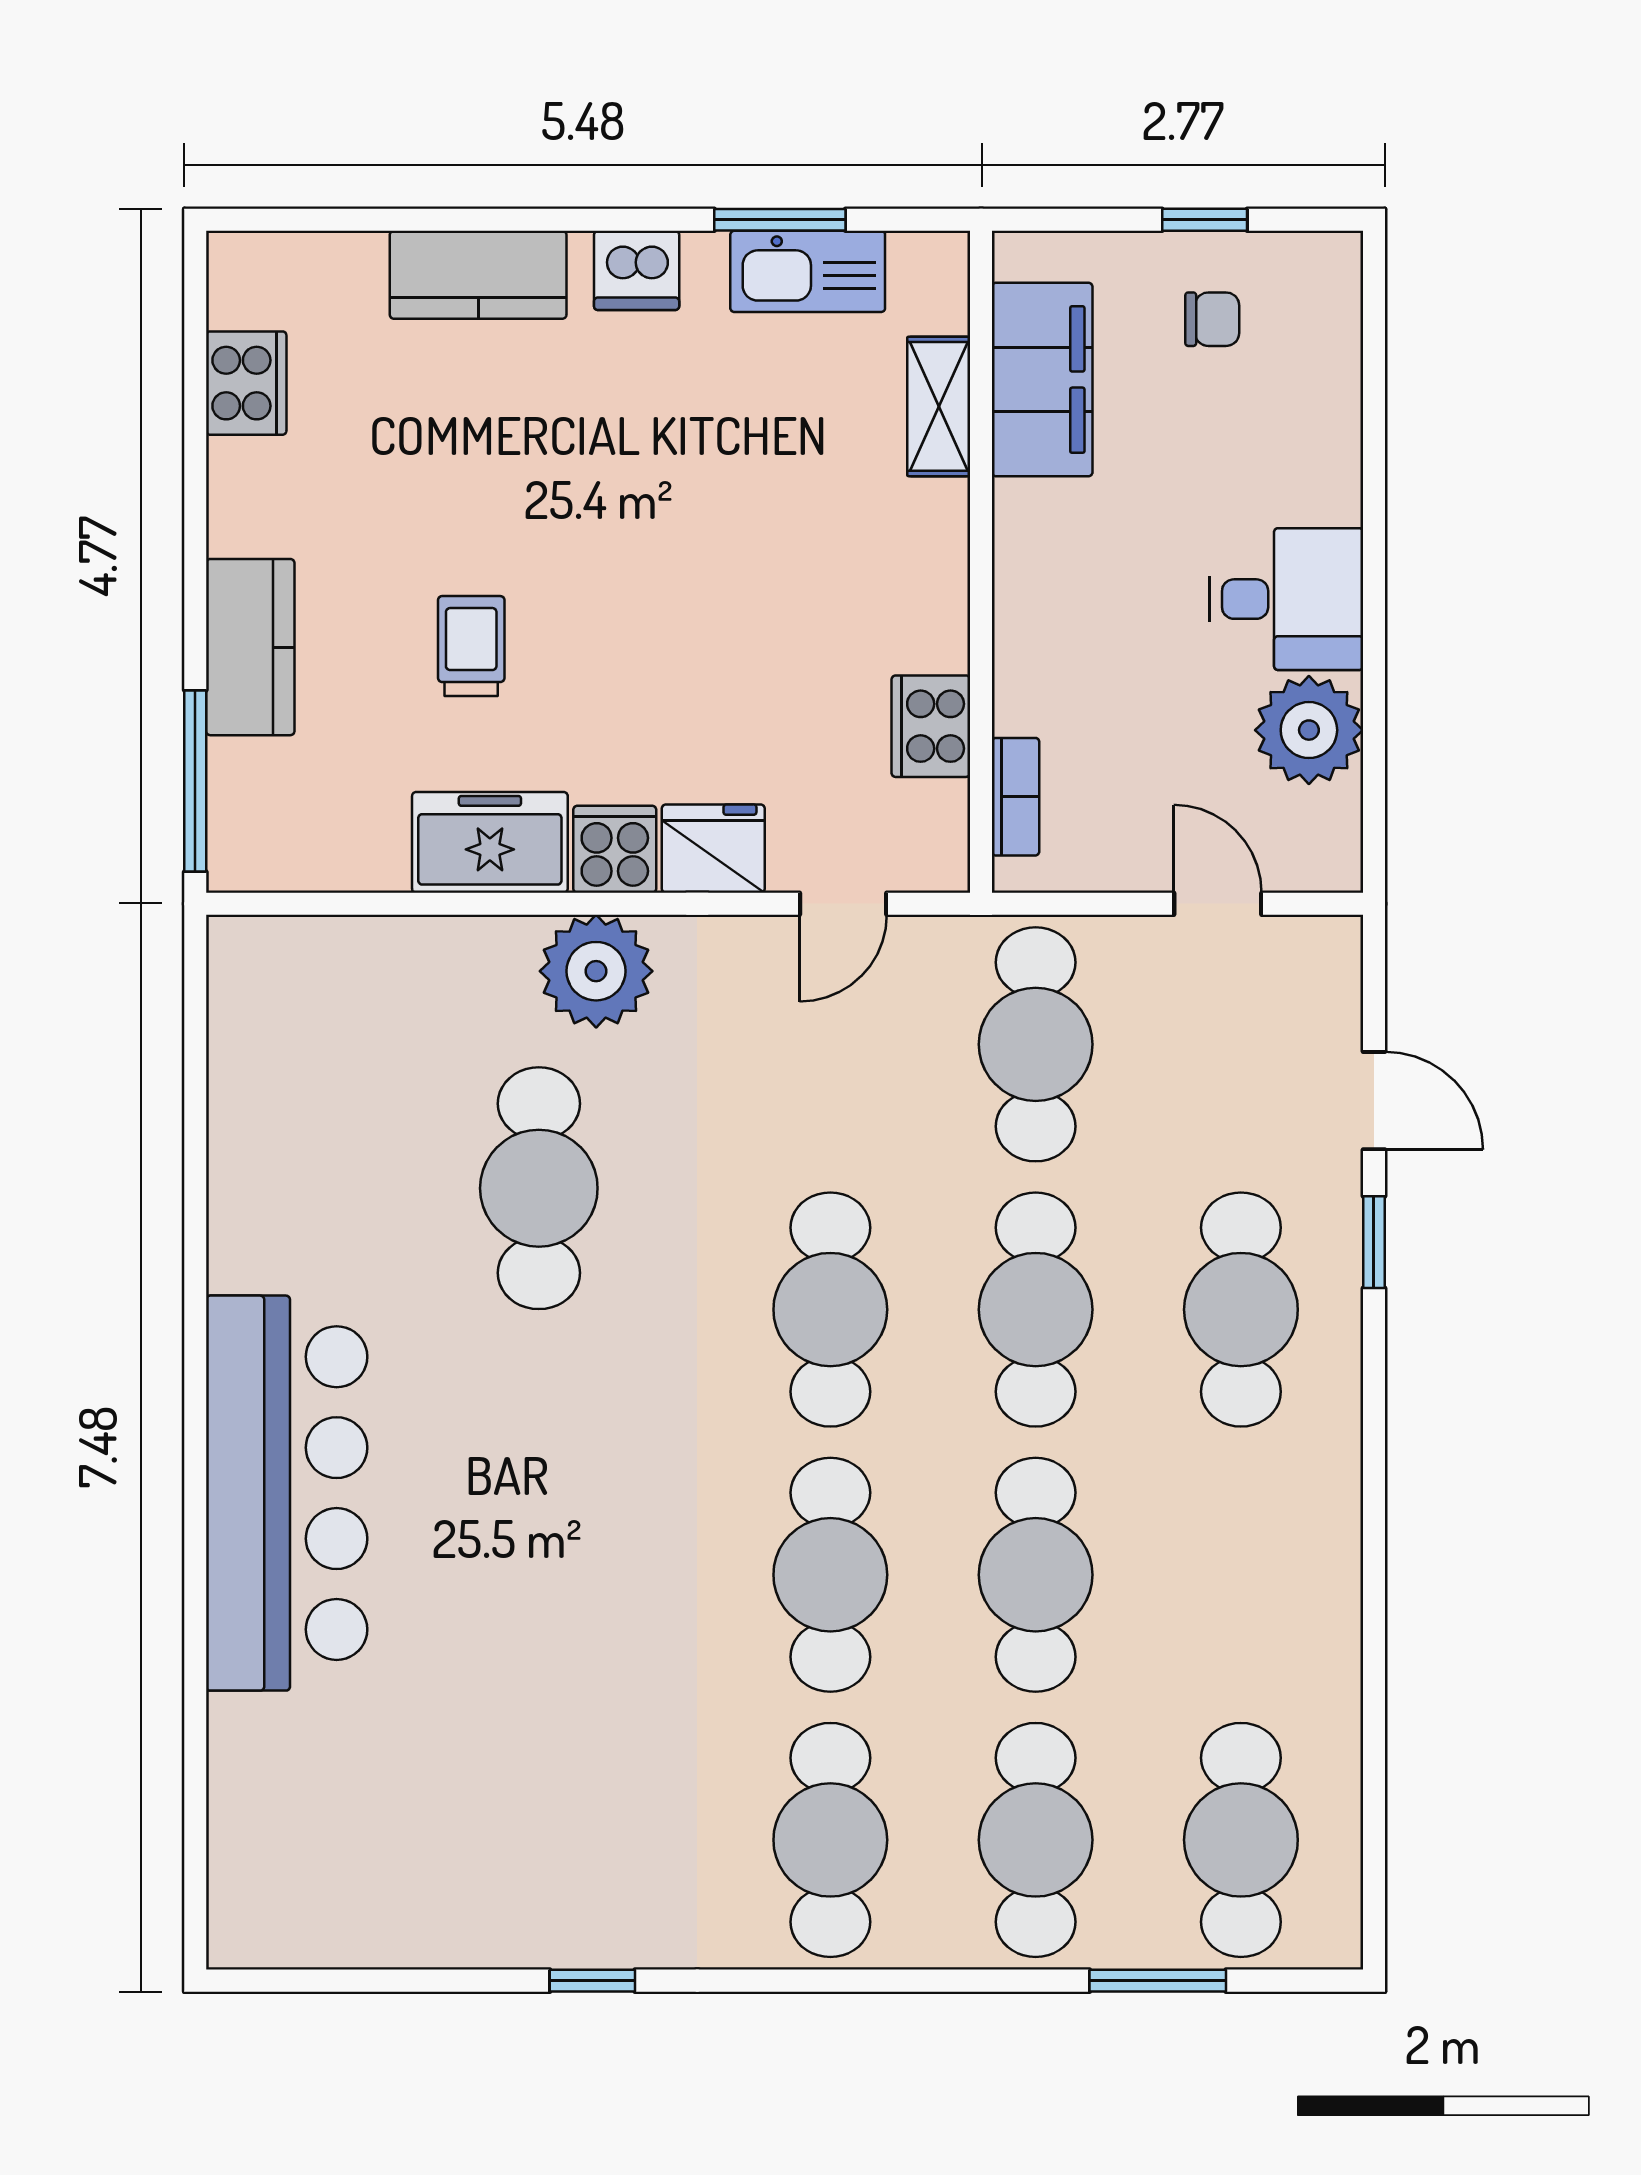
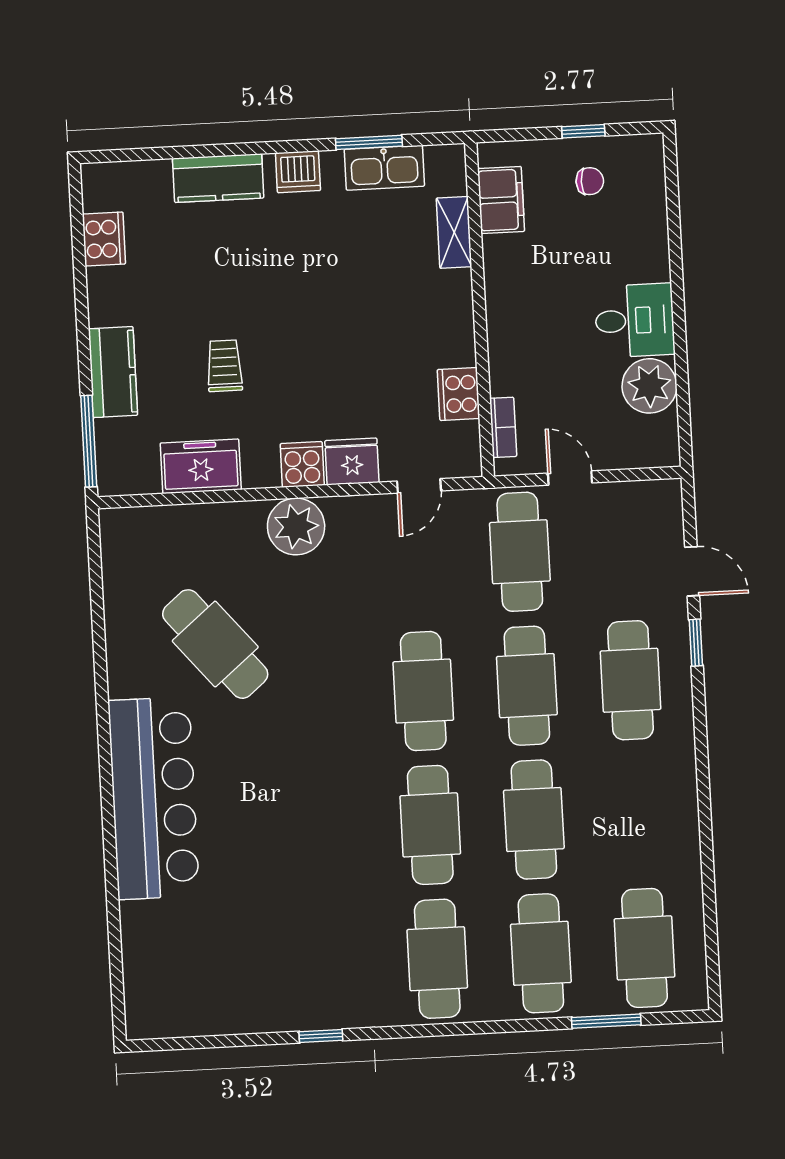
filing cabinet: (1042, 380) -> (501, 200), width x0.67, depth x0.86
freezer: (490, 842) -> (201, 466), moved
door: (1218, 904) -> (570, 478), moved
cafe table: (539, 1188) -> (215, 644), moved, turned -40

